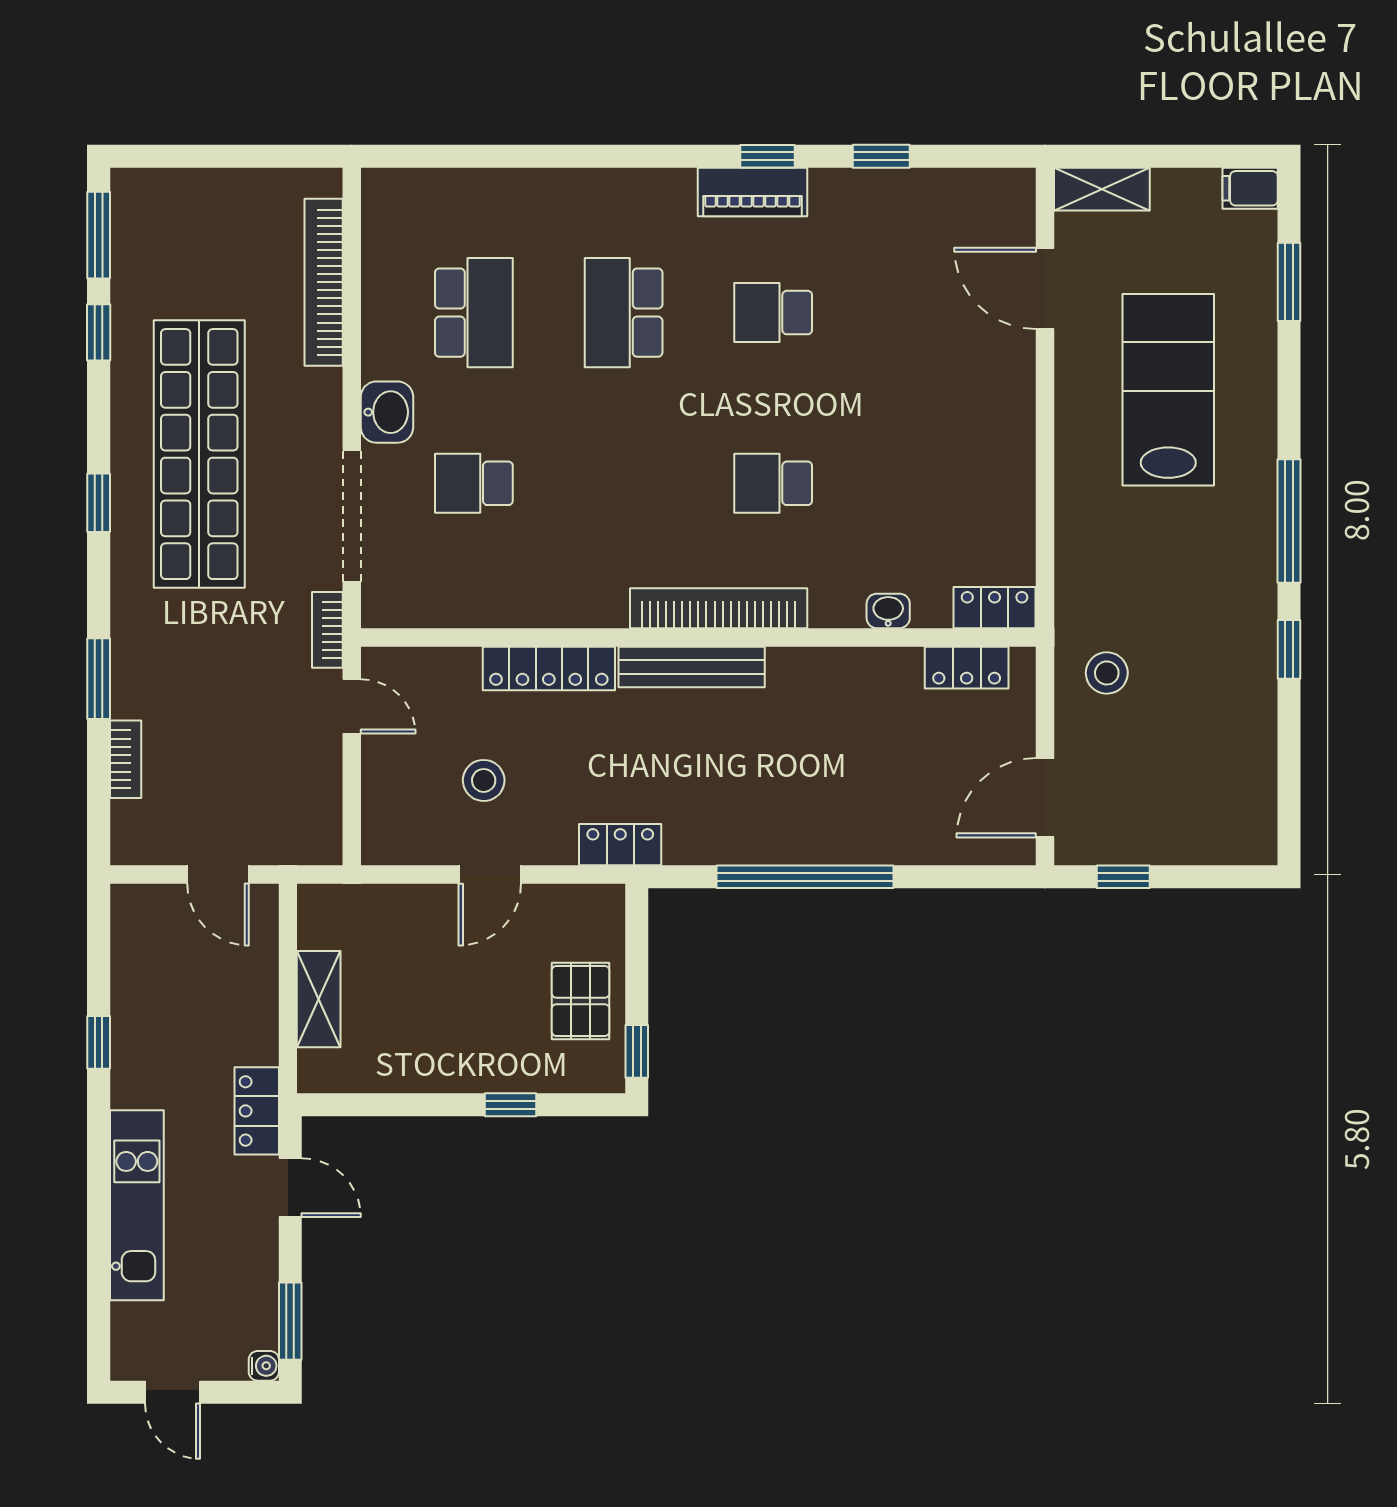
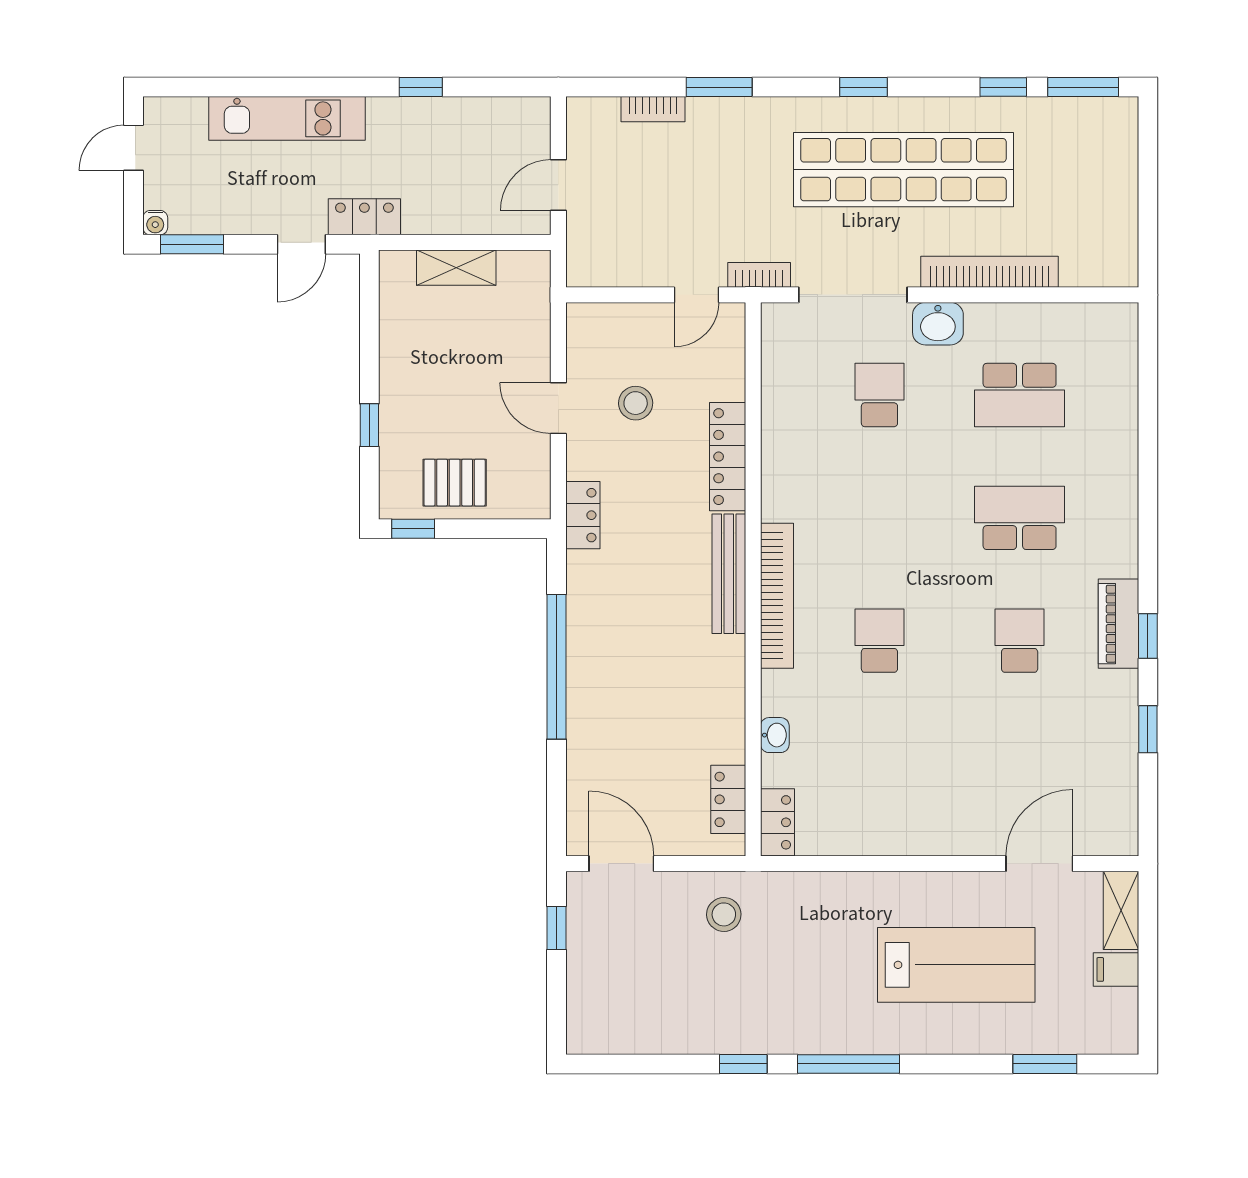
filing cabinet: (1250, 188) -> (1116, 969), moved, turned -90
bookcase: (324, 282) -> (989, 272), moved

